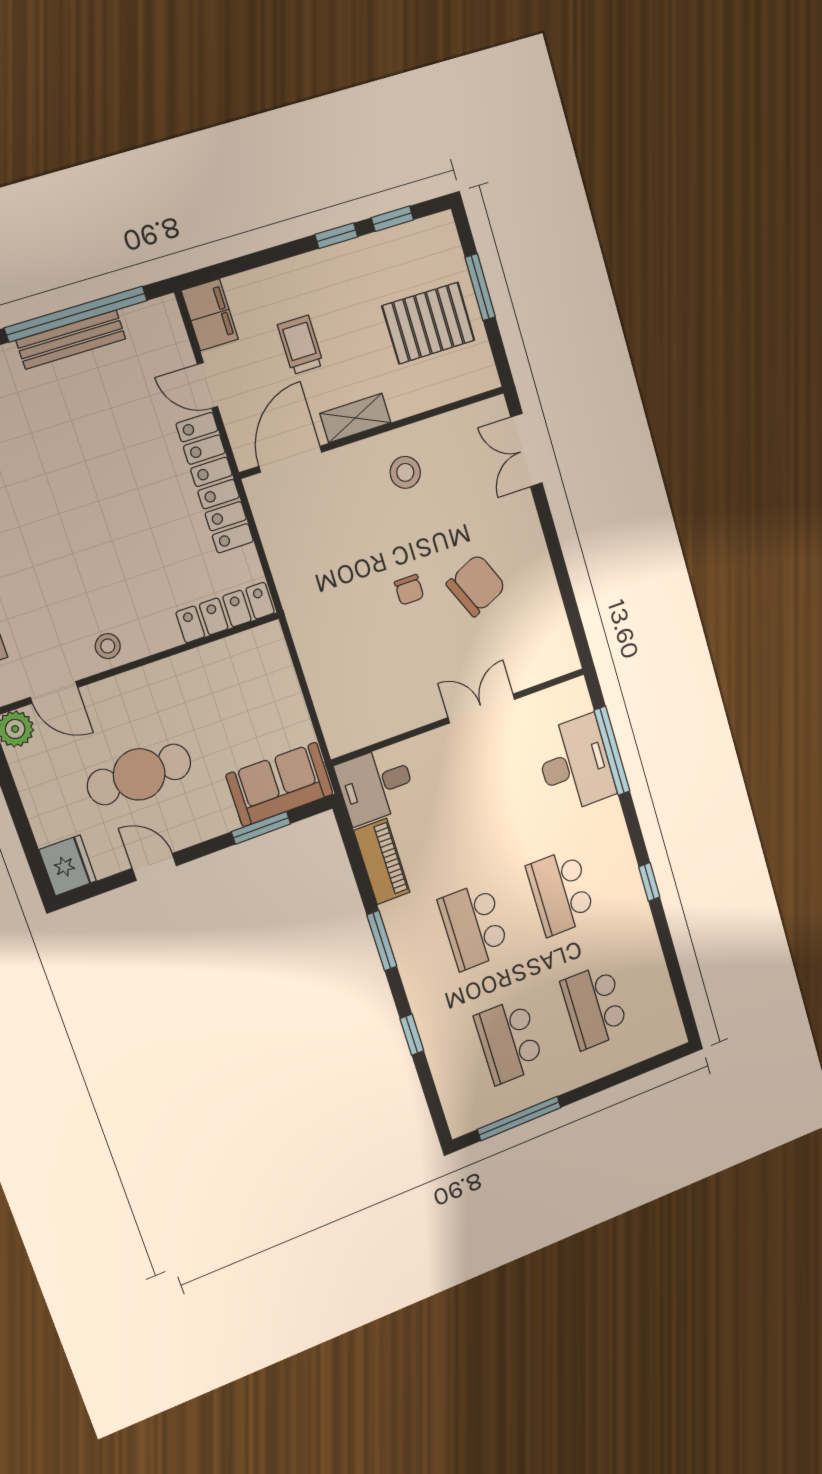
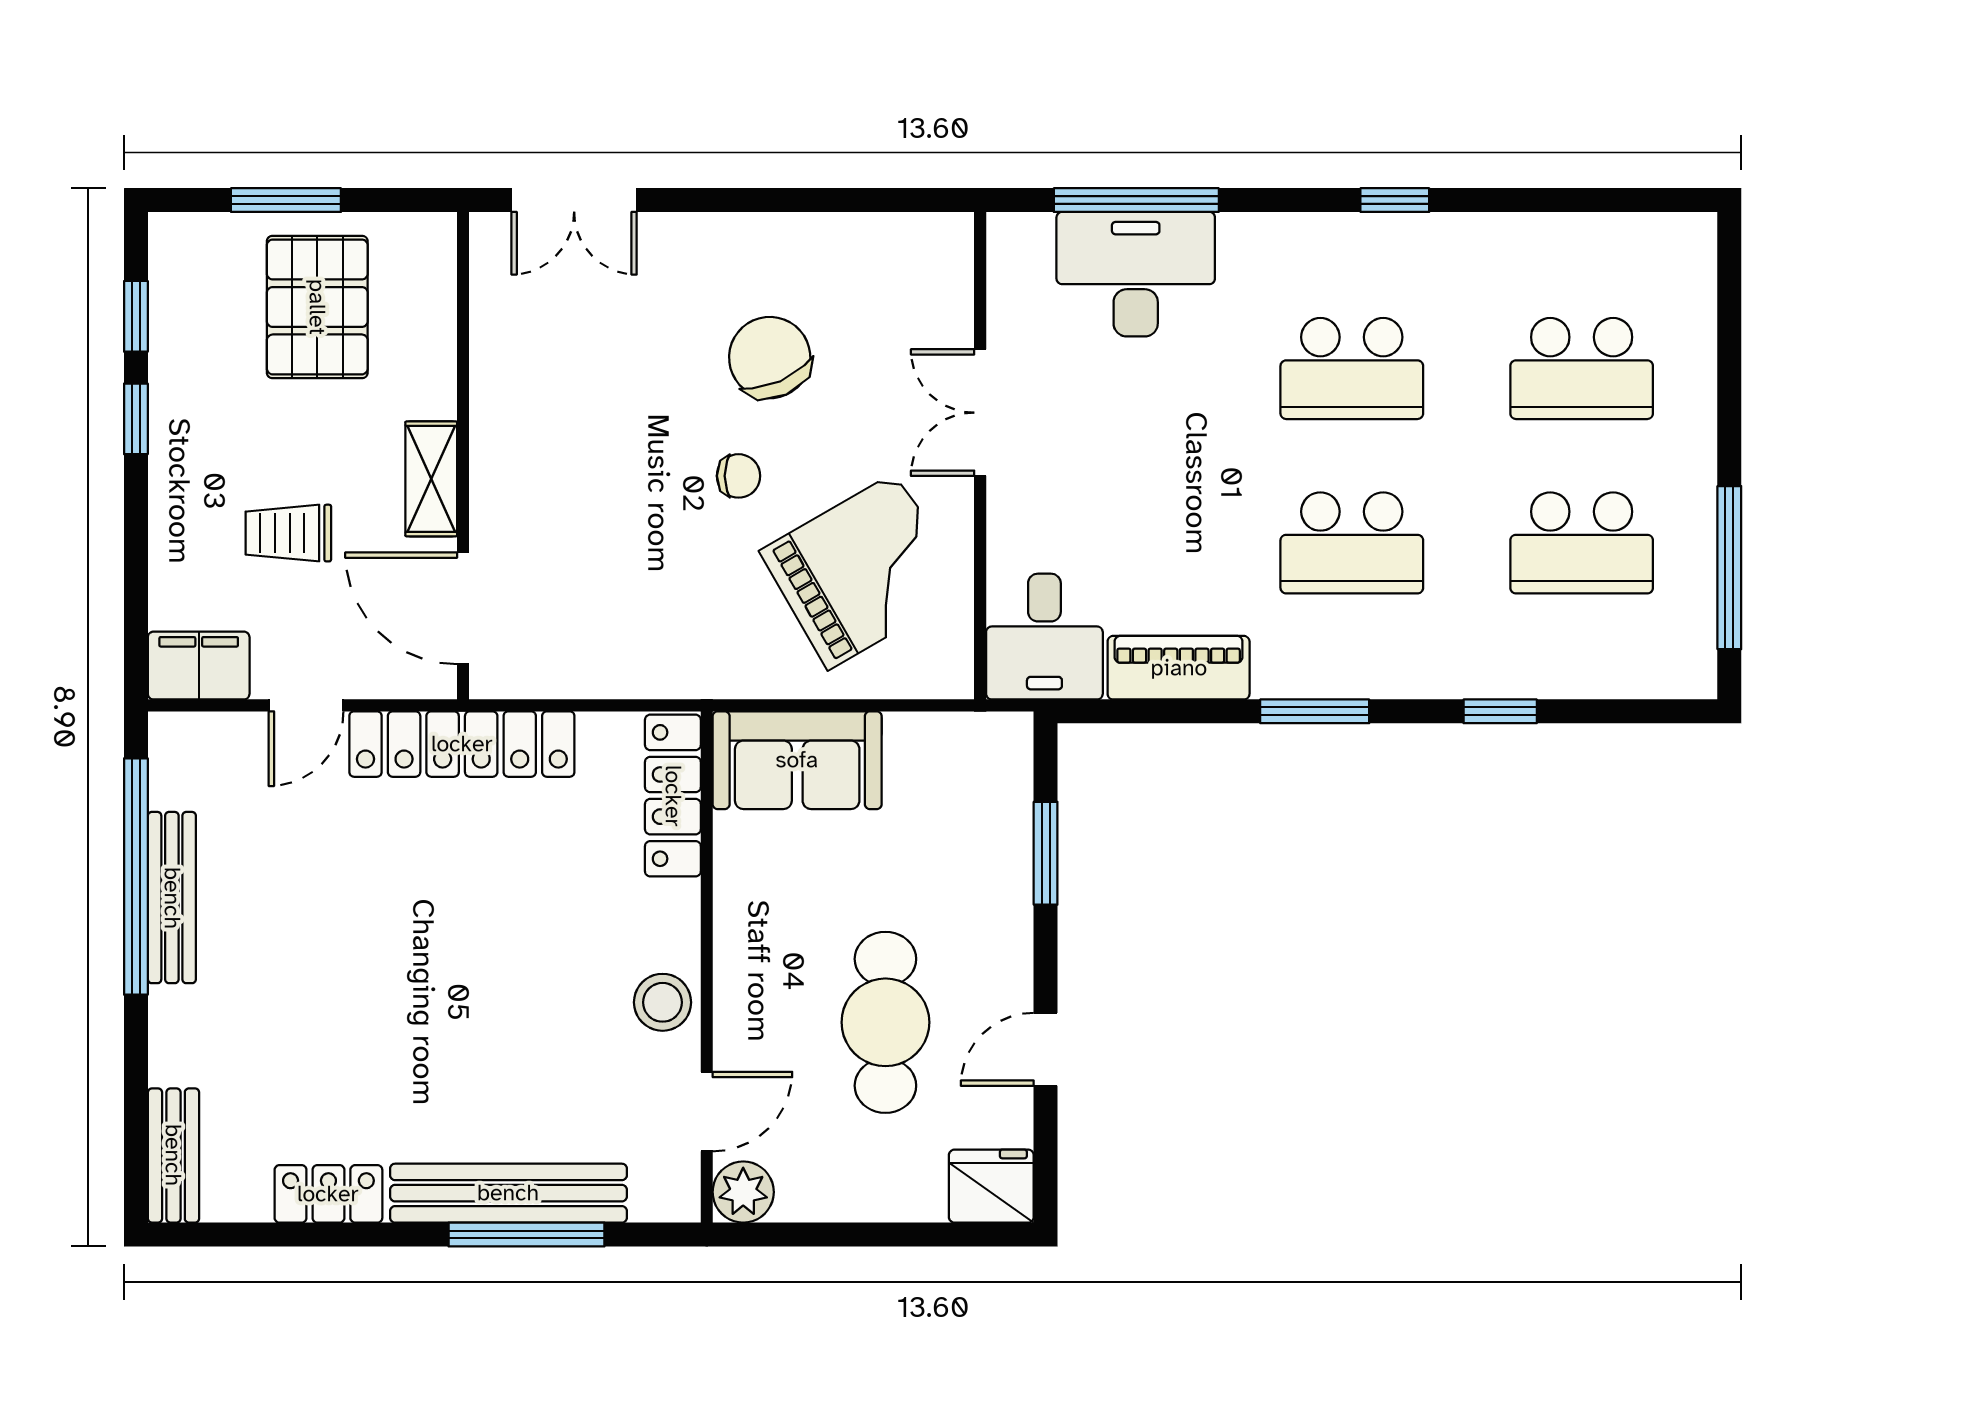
stool: (405, 472) -> (545, 422), removed
stool: (108, 646) -> (663, 1002), width x1.37, depth x1.37
grand piano: (380, 675) -> (862, 571), added
sofa: (280, 784) -> (797, 760), moved, turned -90

